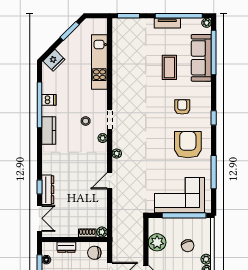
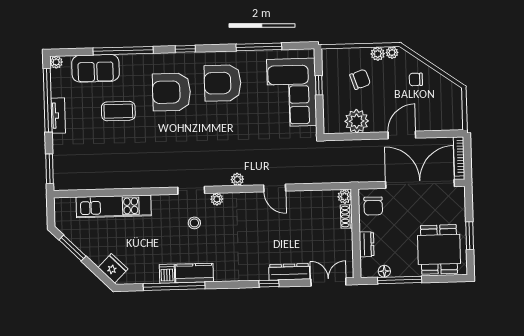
window: (214, 52) -> (123, 51), moved
sofa: (201, 58) -> (96, 68), width x0.73
armchair: (182, 107) -> (172, 92), width x1.88, depth x1.88
kitchen counter: (49, 131) -> (194, 273), moved
window: (39, 187) -> (269, 284), moved
window: (184, 215) -> (319, 85), width x0.32

